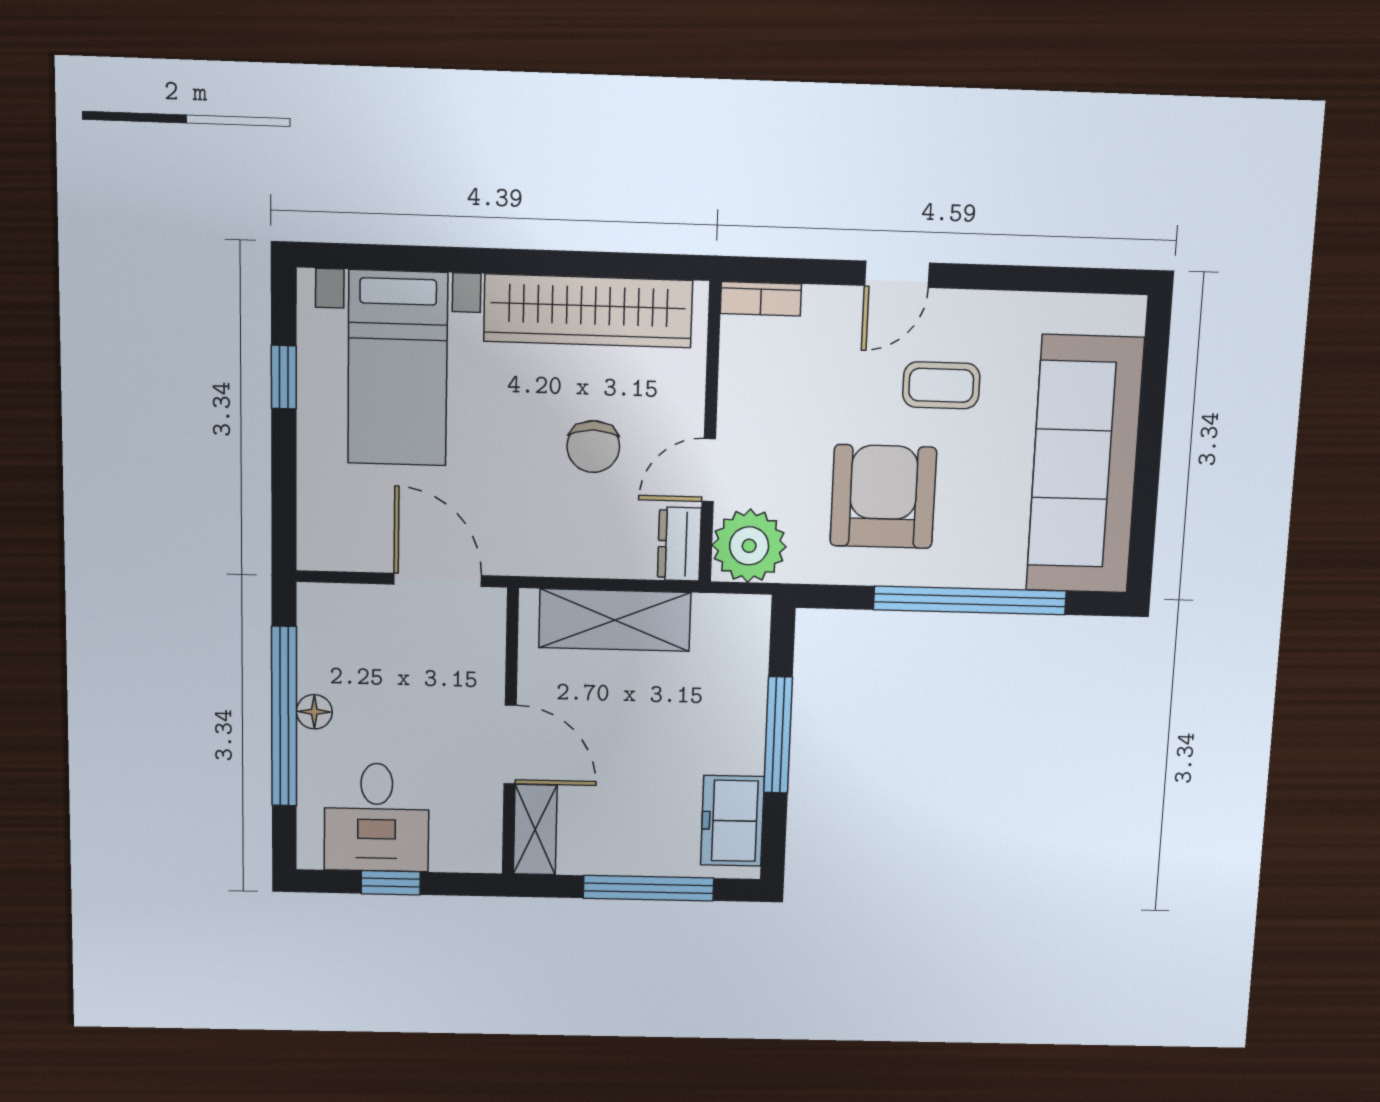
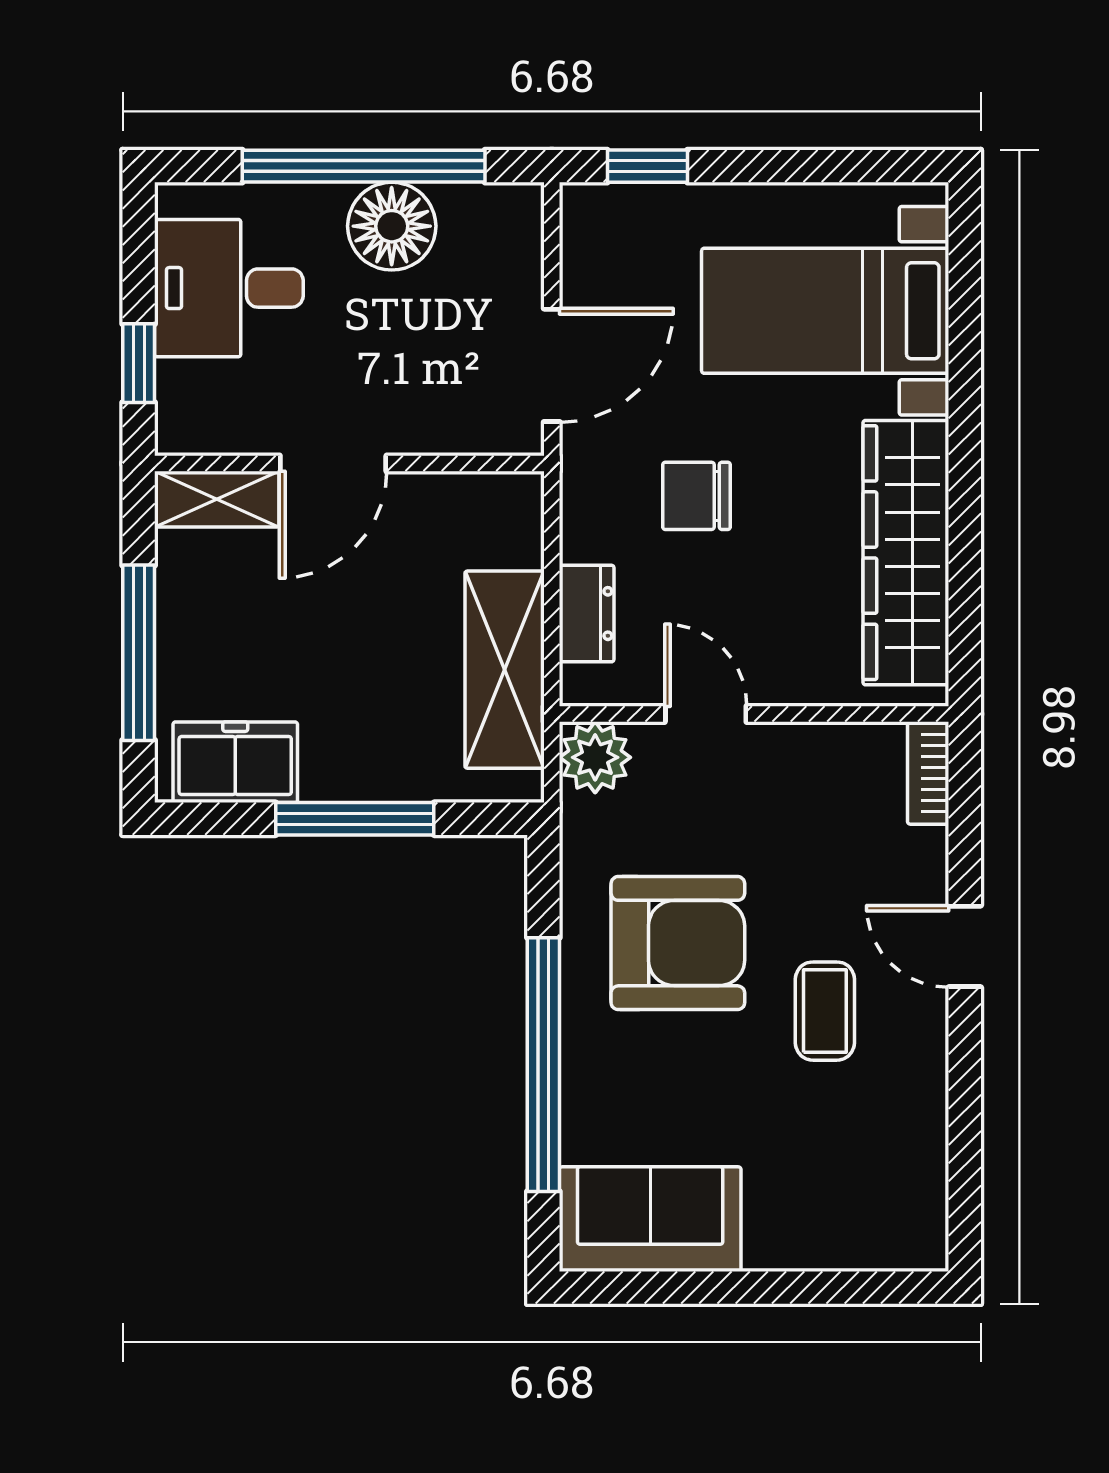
window: (284, 377) -> (647, 166), moved
chair: (593, 447) -> (697, 496), moved
sofa: (1085, 465) -> (650, 1219), width x0.54, depth x0.79
dresser: (679, 544) -> (587, 614), moved, turned 90
plant: (749, 546) -> (595, 757), width x0.73, depth x0.73
shelving: (615, 620) -> (505, 670), moved
floor lamp: (314, 712) -> (392, 226), width x1.89, depth x1.89
window: (391, 883) -> (139, 363), moved

